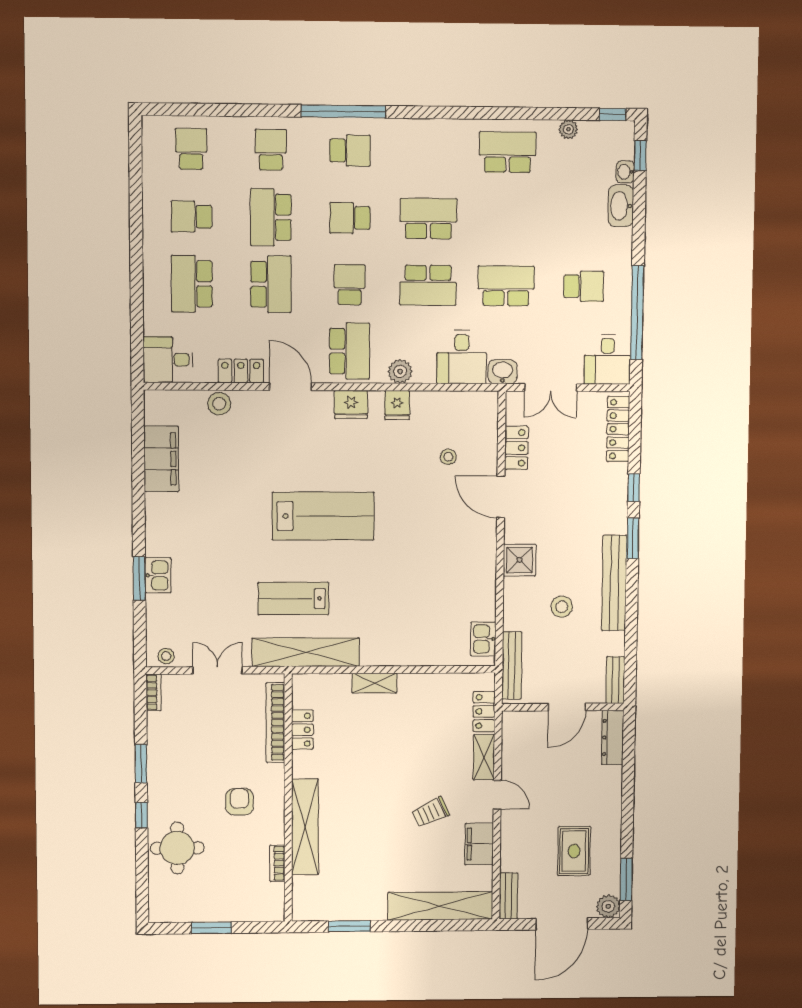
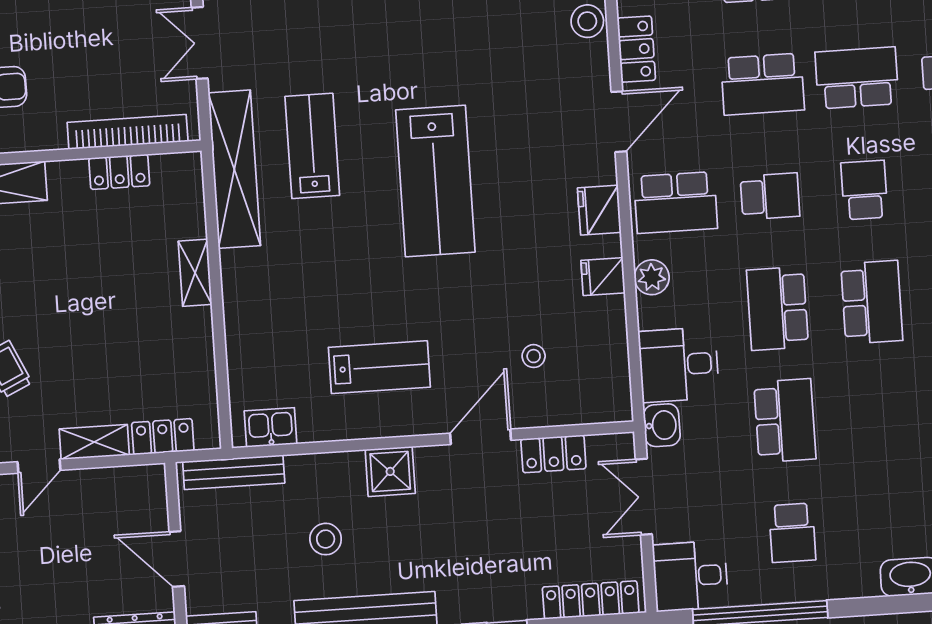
lab bench: (448, 563) -> (379, 367), added
double door: (218, 670) -> (200, 43), swing flipped

